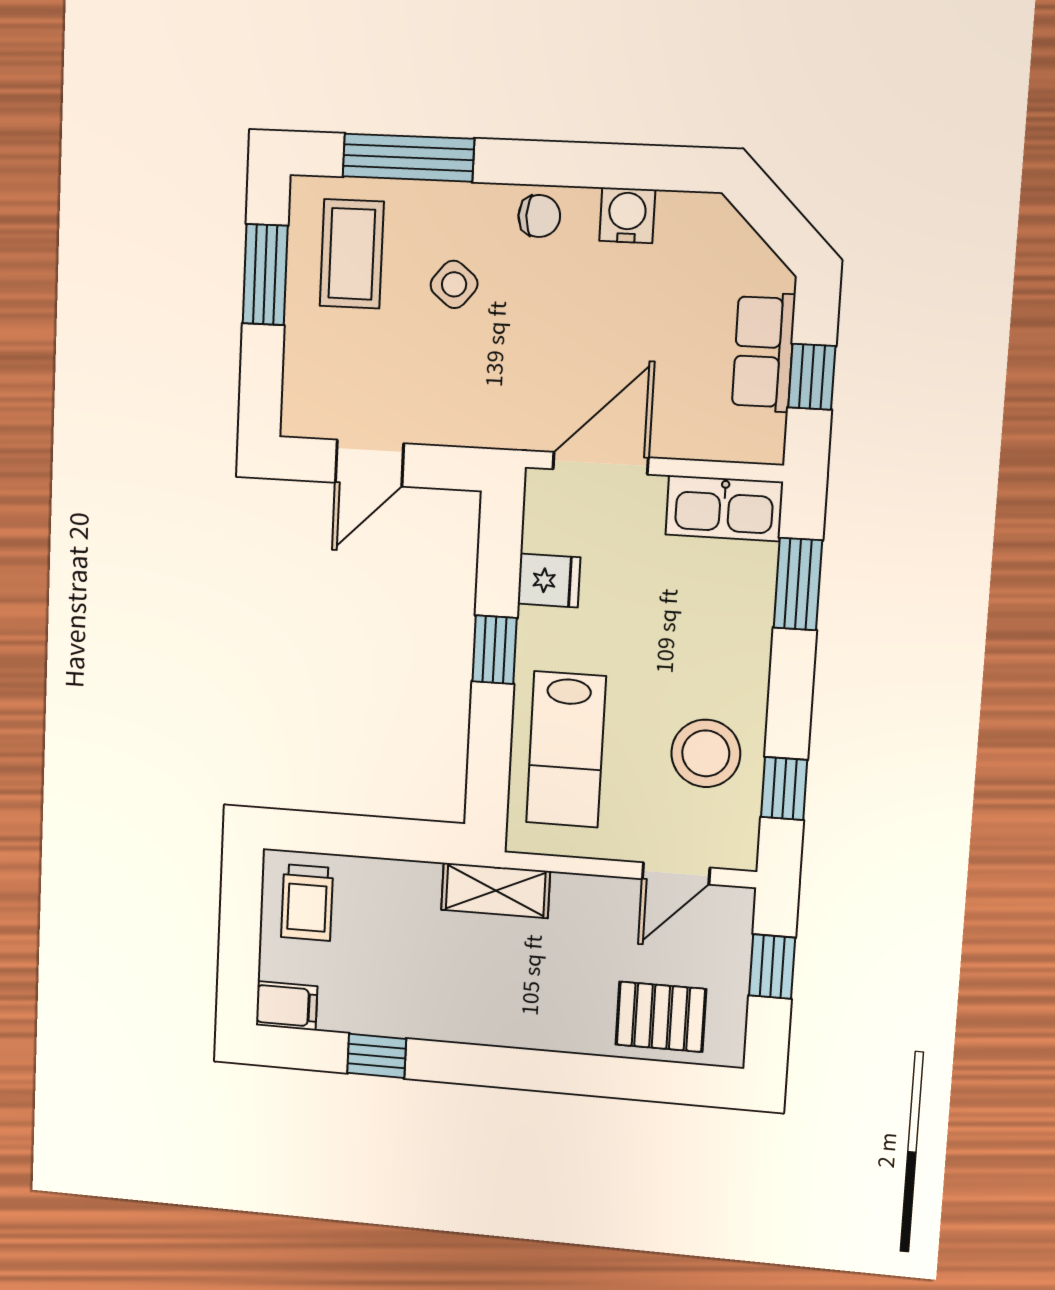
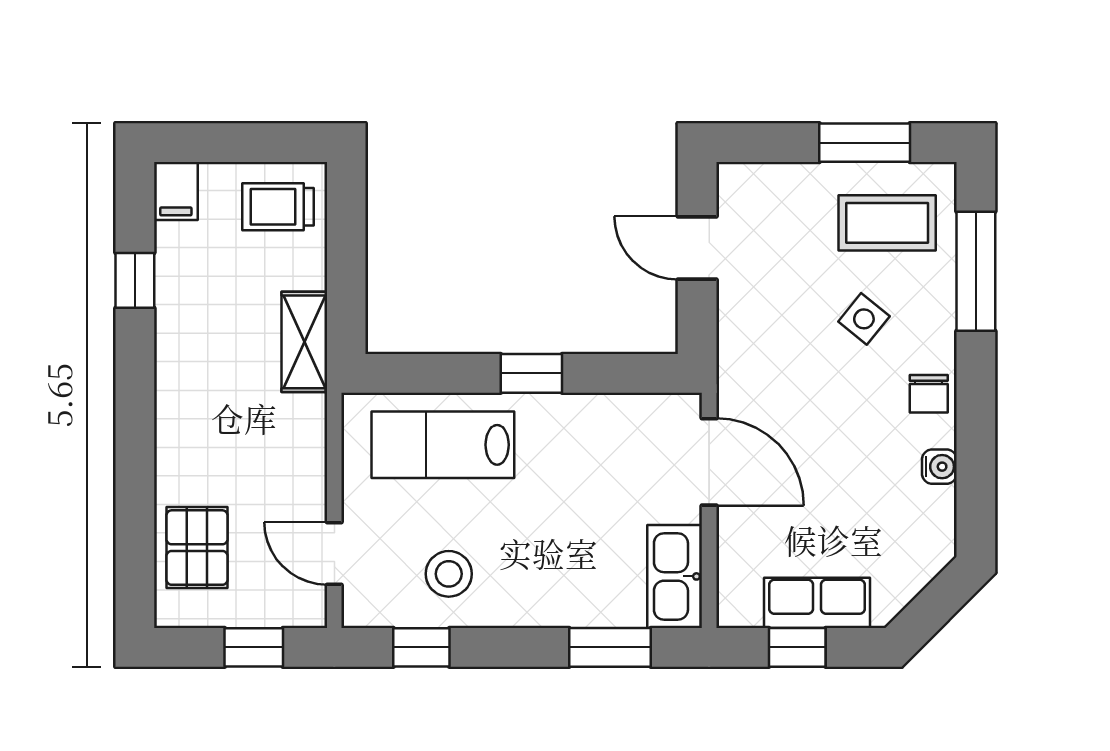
water cooler: (627, 215) -> (939, 467), width x0.72, depth x0.72
fridge: (549, 580) -> (599, 420), removed
stool: (706, 753) -> (449, 574), width x0.73, depth x0.73
shelving: (496, 891) -> (304, 342), moved

